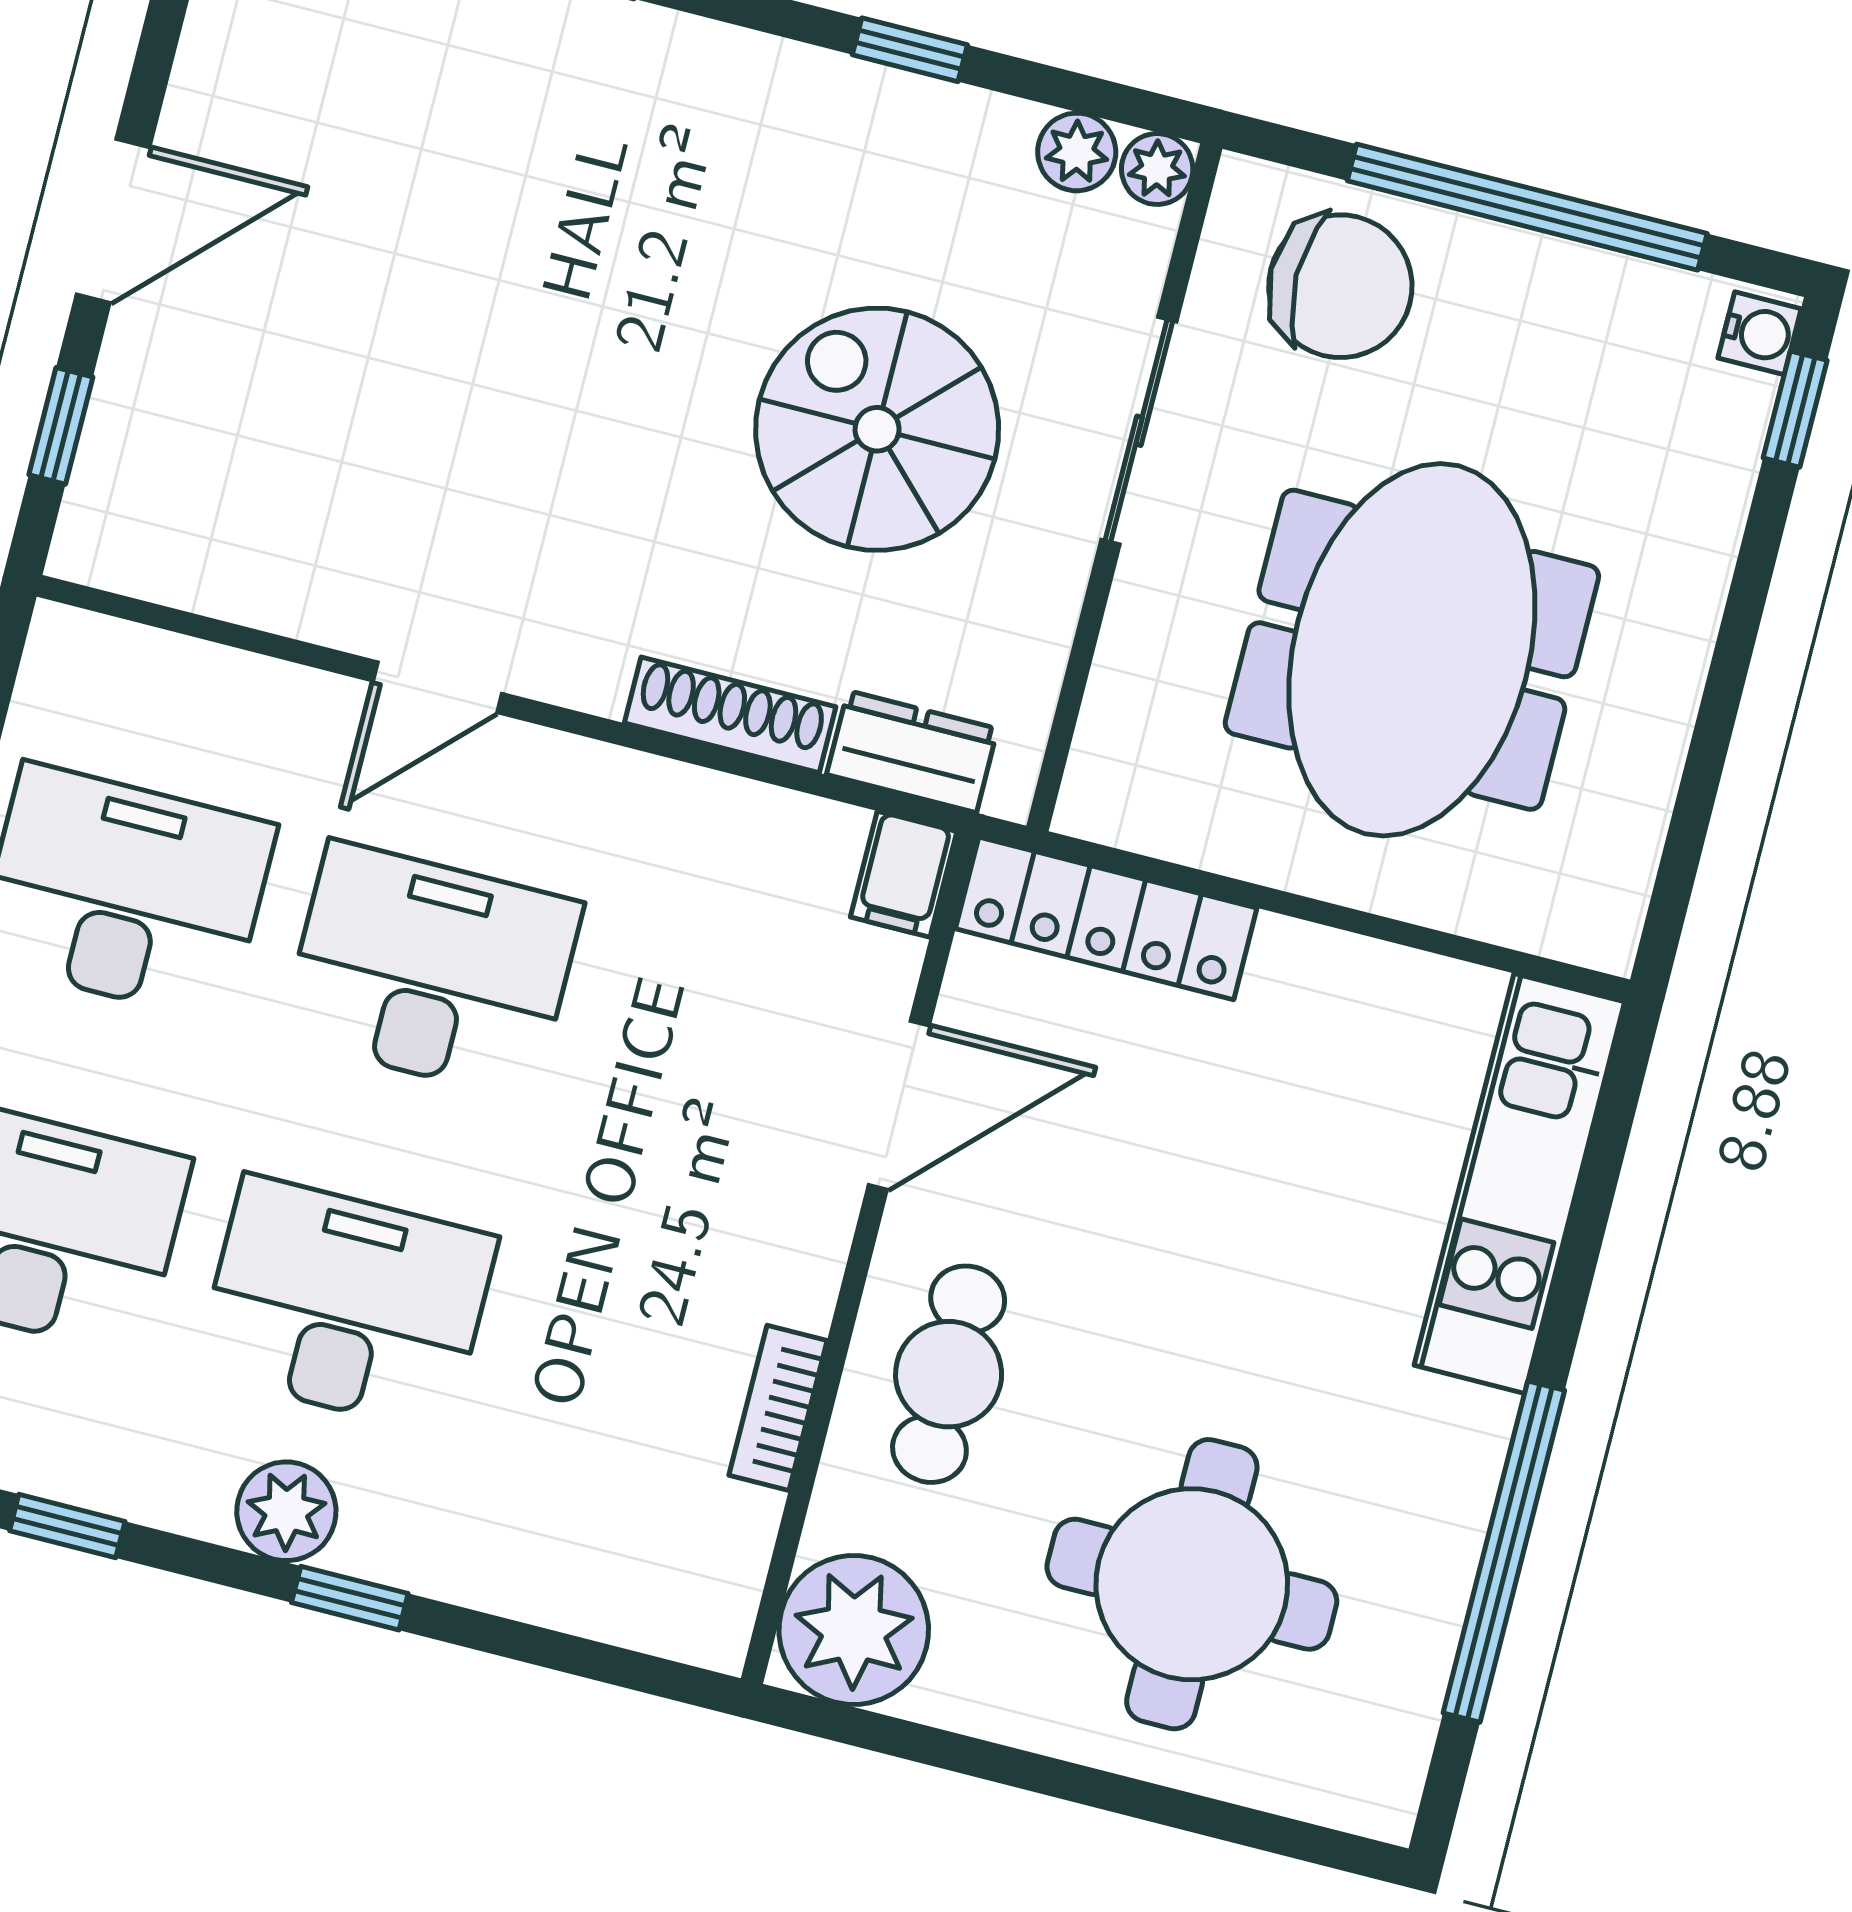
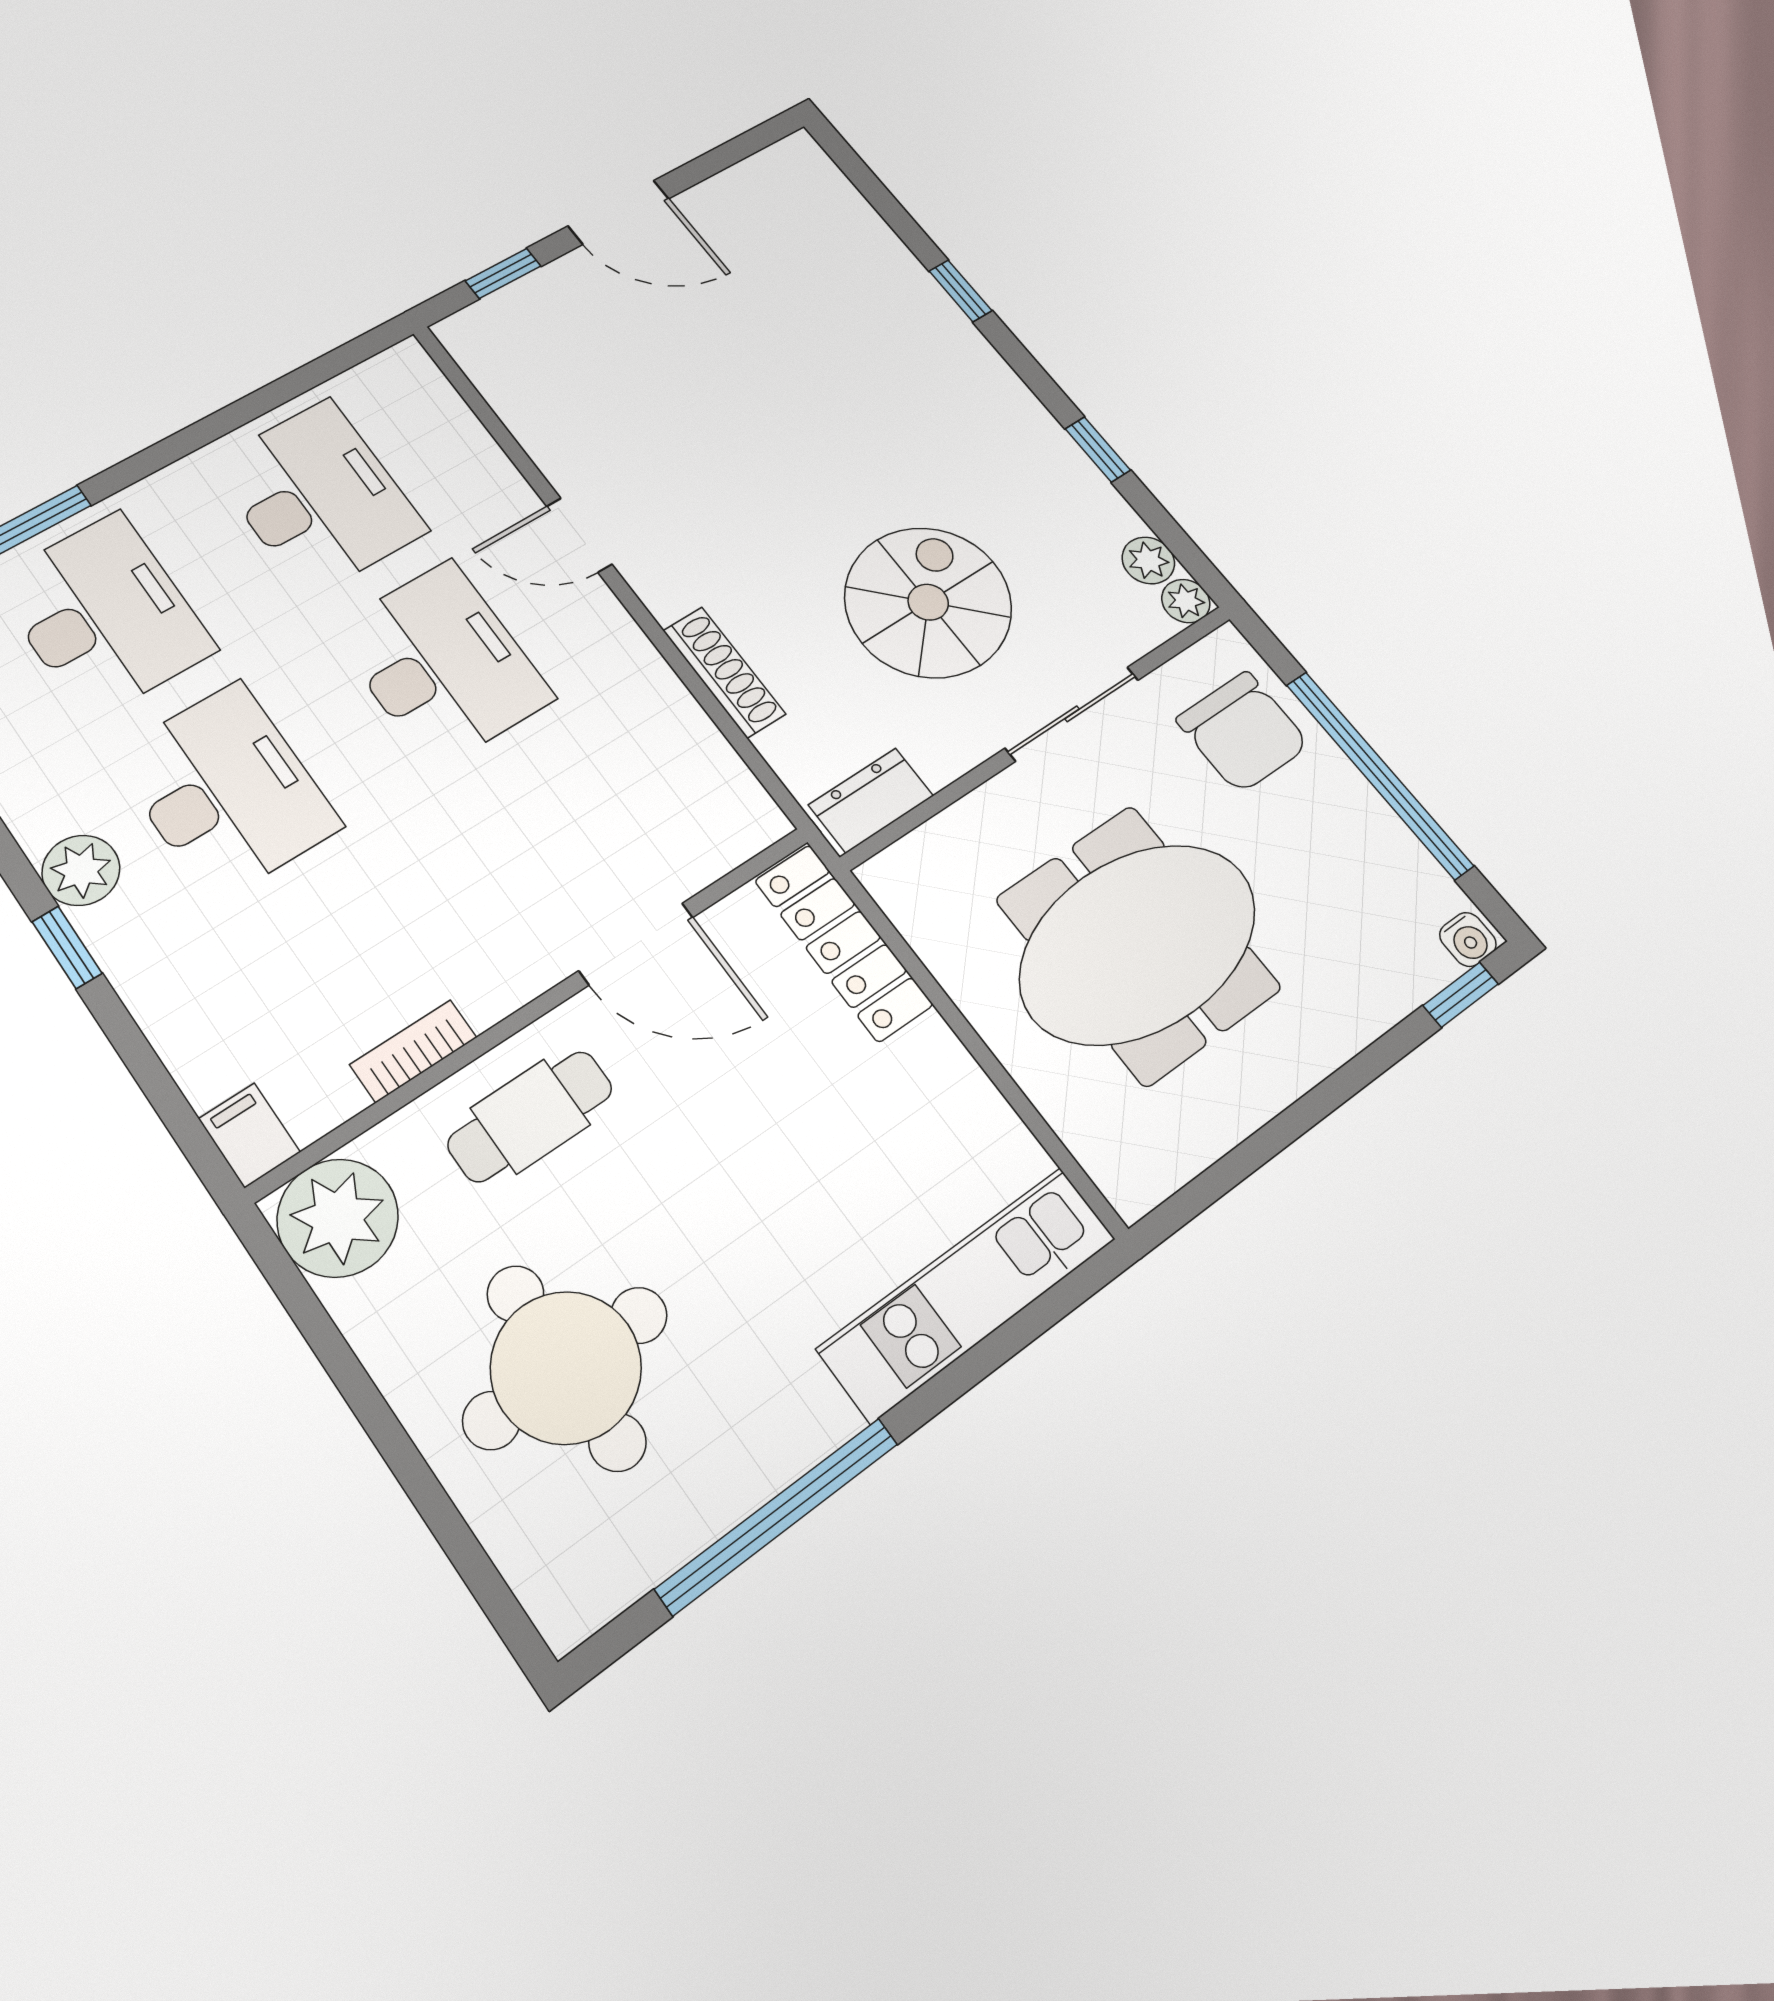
dresser: (912, 752) -> (871, 800), moved, turned -90
filing cabinet: (904, 874) -> (249, 1135), moved, turned 90

